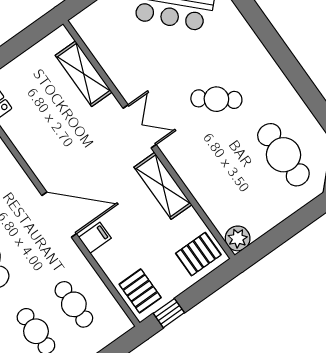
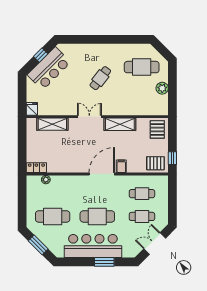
fridge: (85, 22) -> (32, 109), added
plant: (238, 238) -> (162, 88), moved

